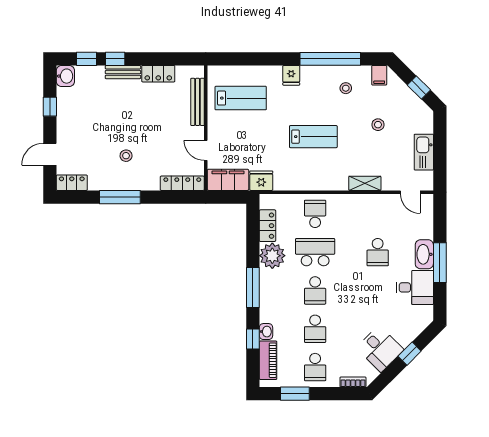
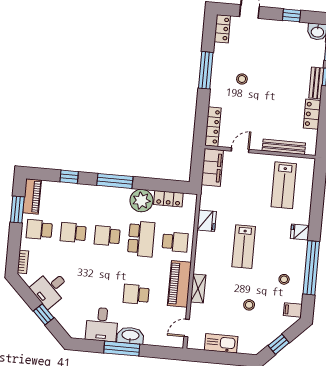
fridge: (261, 181) -> (207, 221), moved
piano: (362, 205) -> (179, 284), added
washbasin: (266, 332) -> (75, 189), removed
piano: (268, 360) -> (32, 196), moved, turned -90

